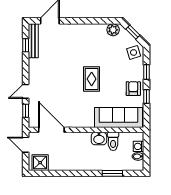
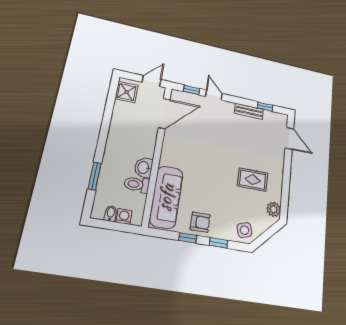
window: (133, 32) -> (269, 233), removed
bench: (33, 41) -> (249, 111), moved, width x0.73
rug: (92, 79) -> (253, 180), moved

